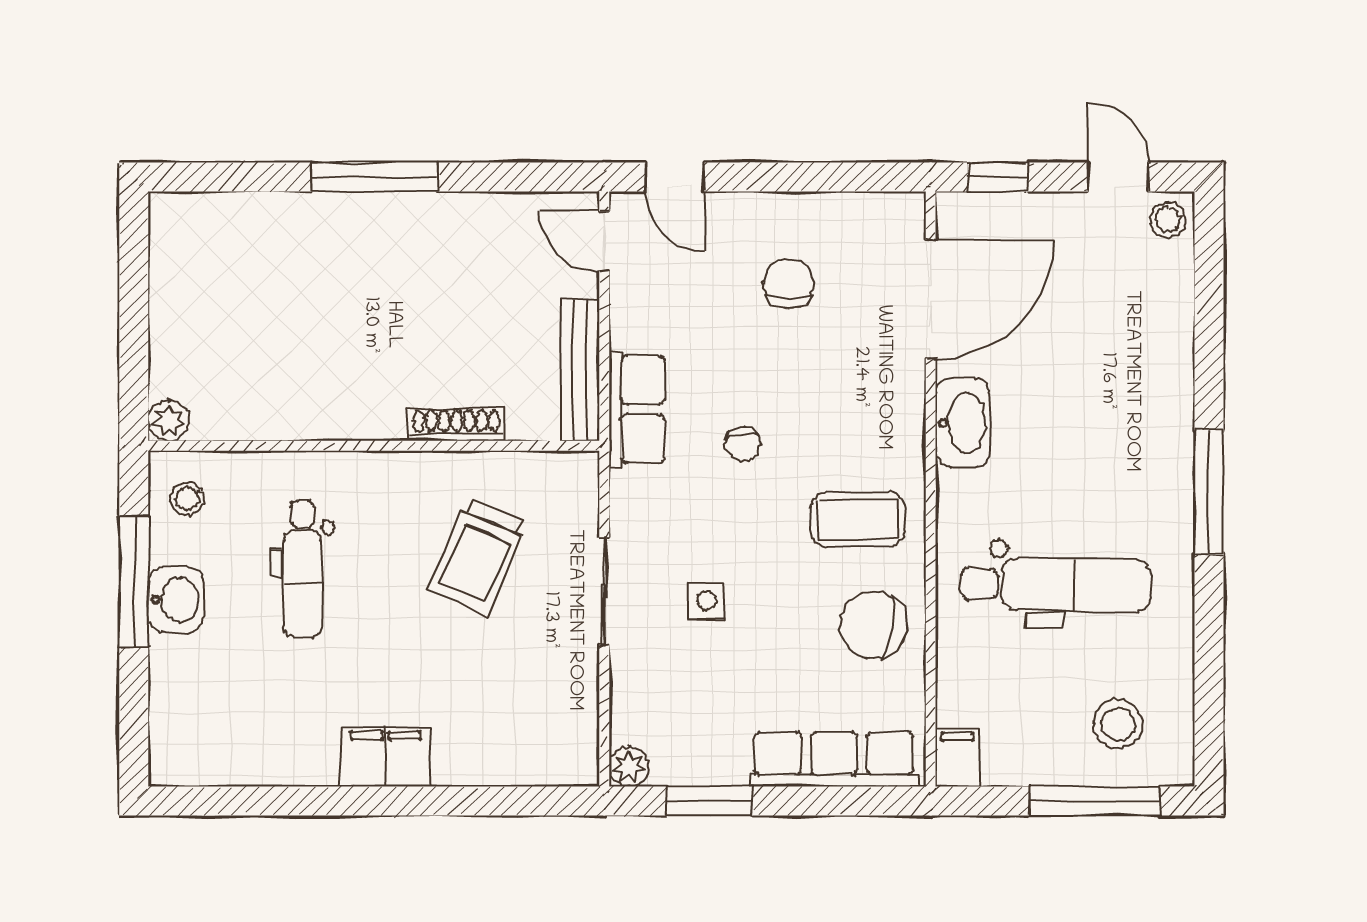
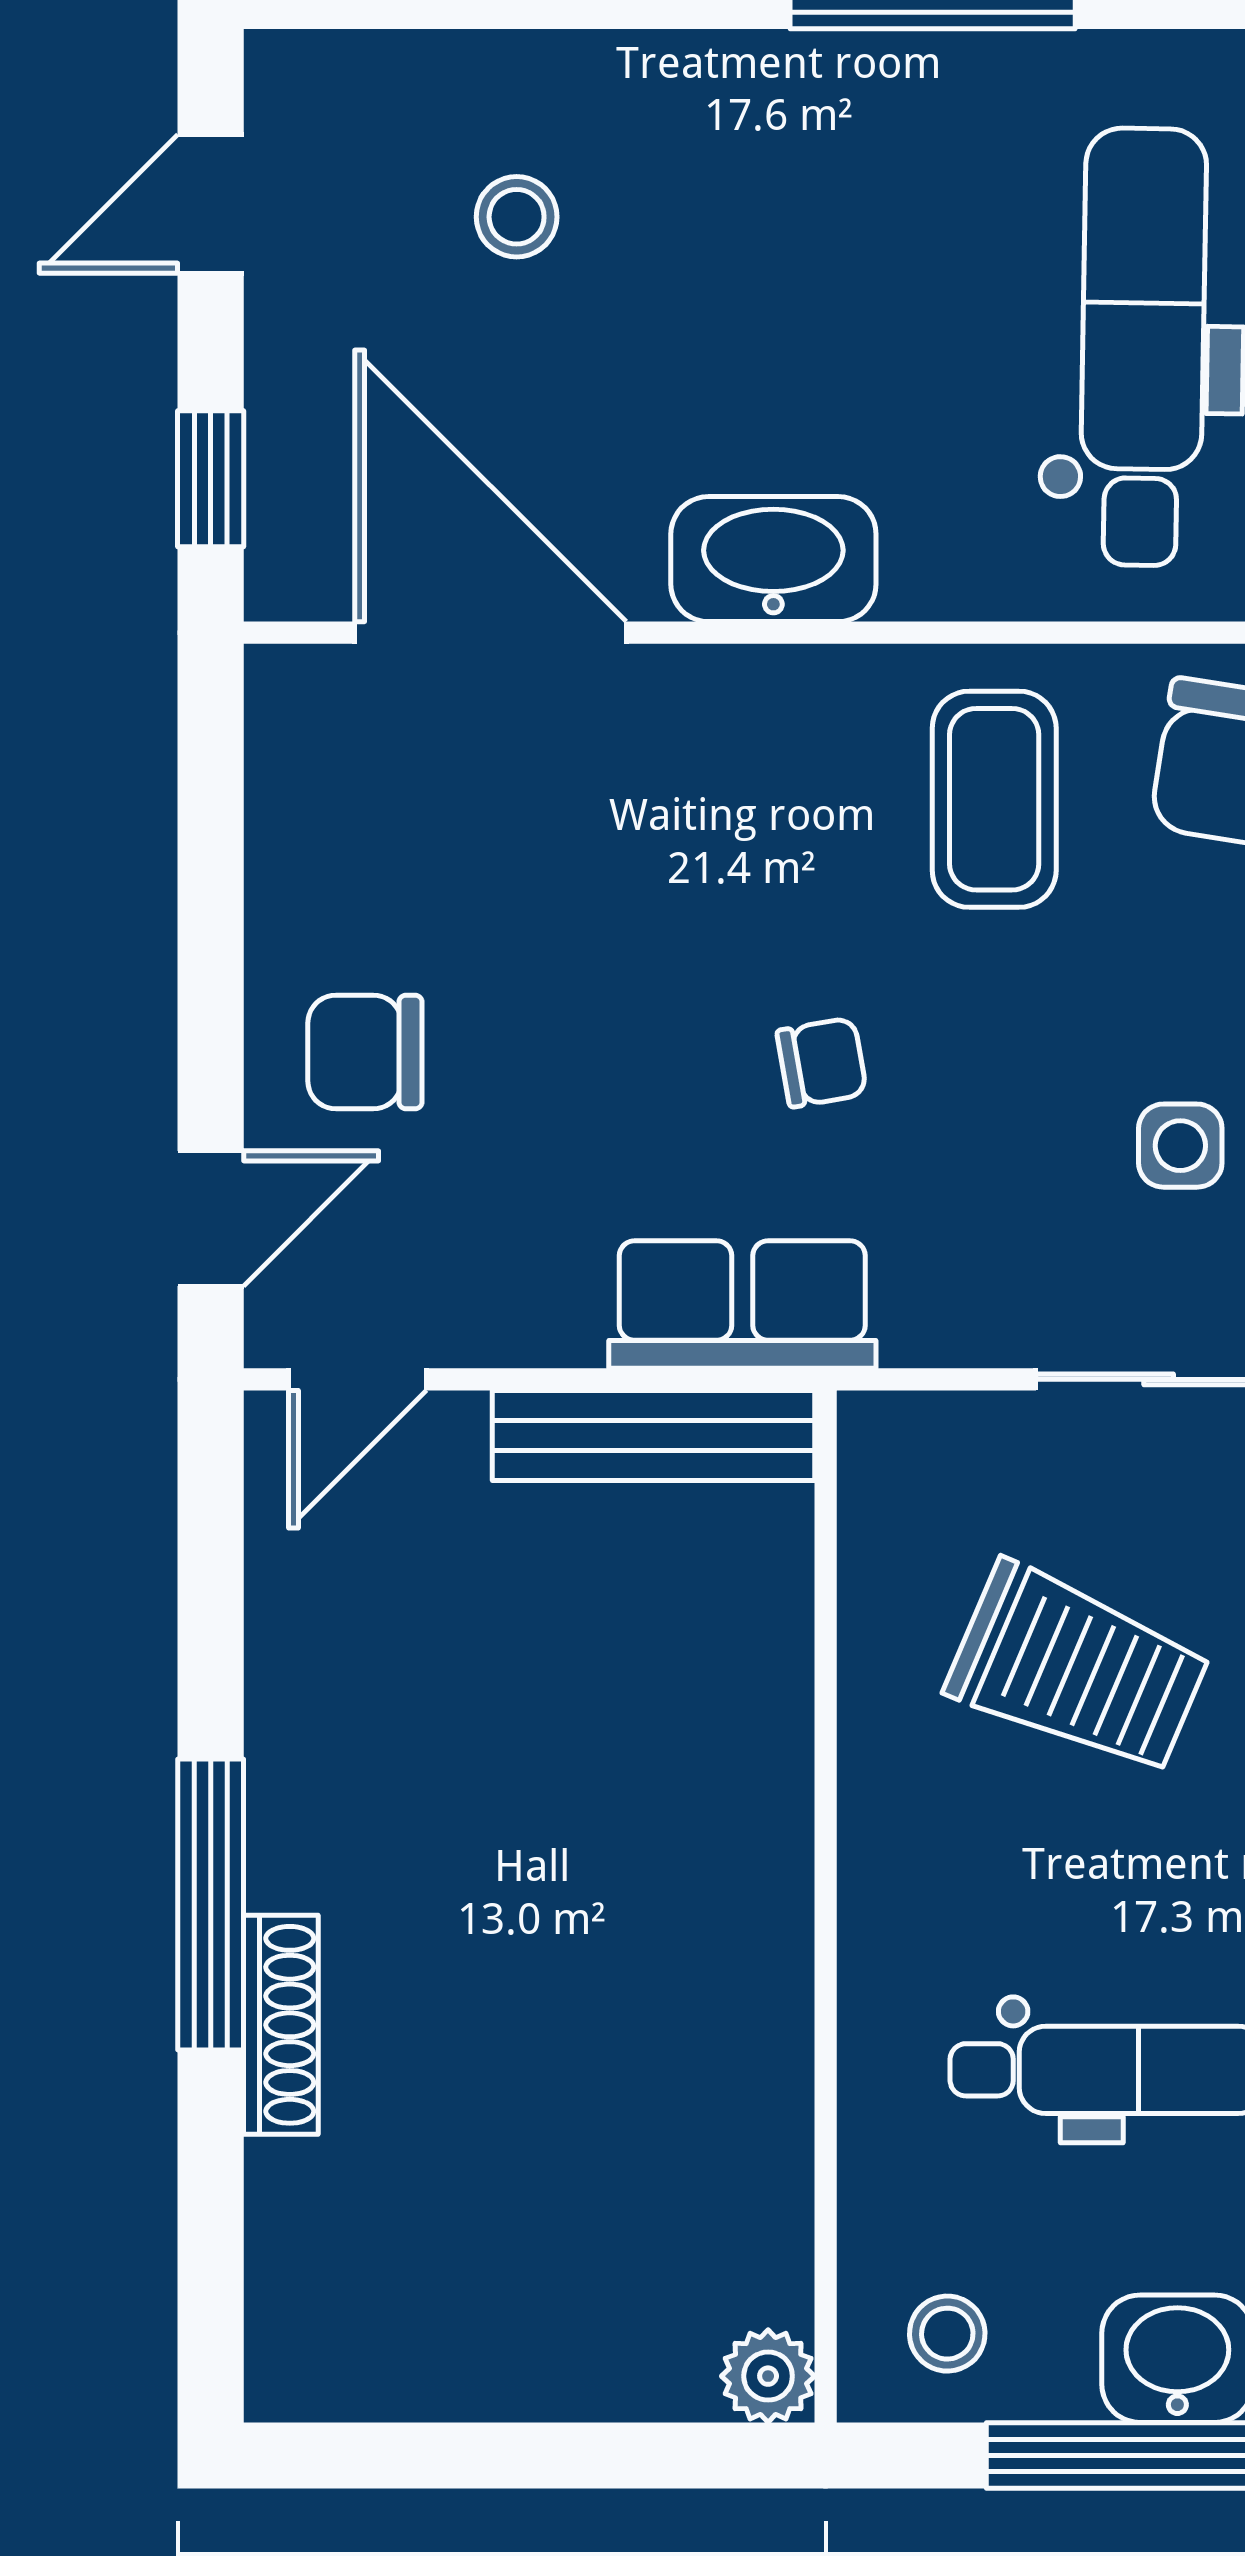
stool: (1168, 220) -> (517, 217), moved
chair: (789, 284) -> (365, 1052), moved
shoe rack: (457, 425) -> (281, 2025), moved, turned 180

